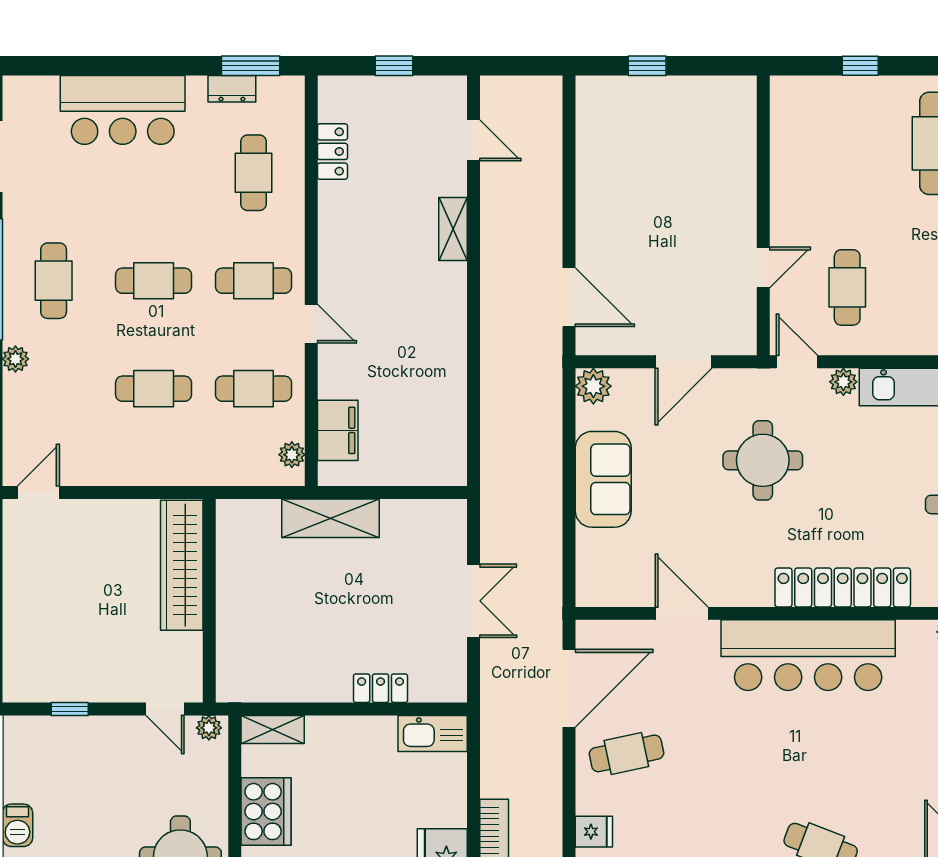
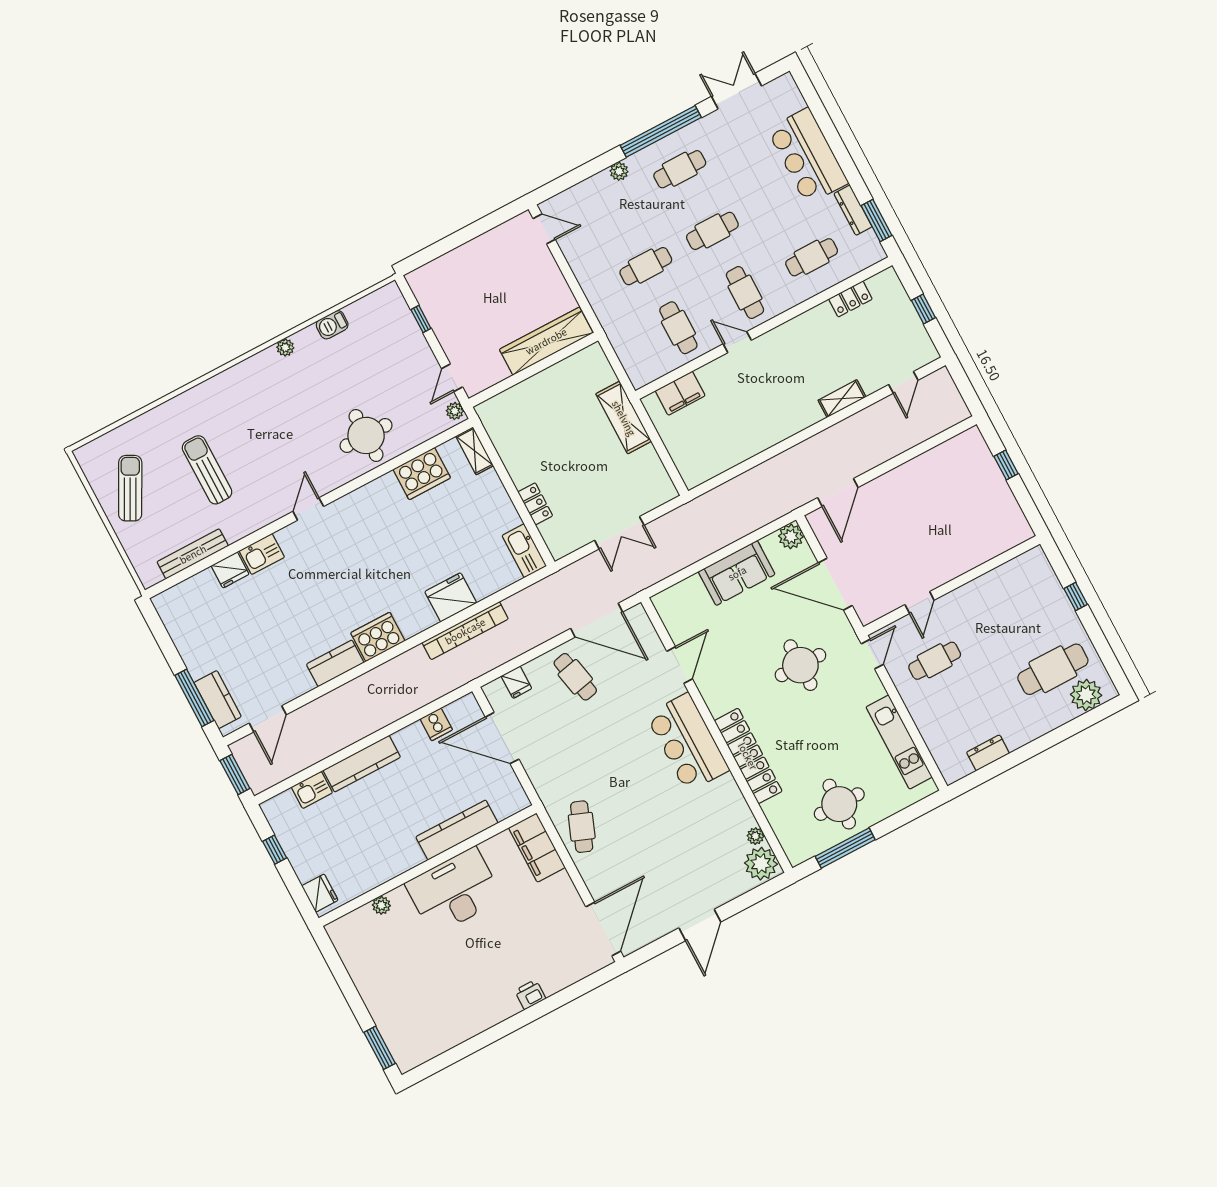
dresser: (232, 89) -> (853, 210), width x1.44
door: (763, 268) -> (920, 602), hinge flipped
cafe table: (154, 281) -> (712, 231), turned 90
door: (311, 324) -> (737, 342), swing flipped
door: (683, 362) -> (835, 584), width x1.36
plant: (843, 382) -> (875, 689), removed
cafe table: (154, 389) -> (646, 266), turned 90
plant: (292, 455) -> (650, 373), removed
bar counter: (808, 655) -> (688, 742), width x0.73

